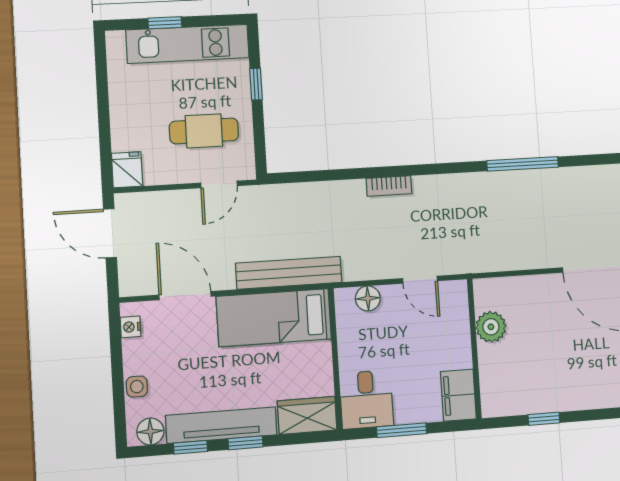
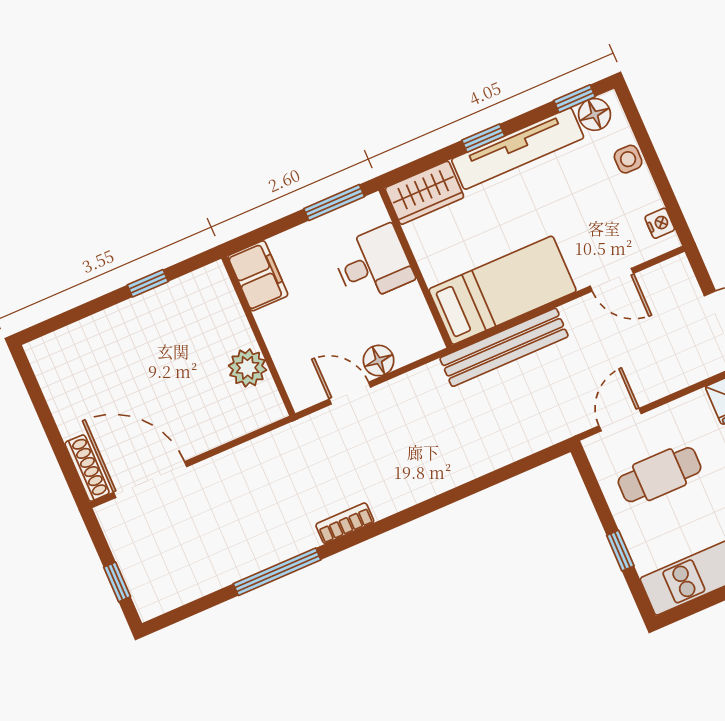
bookcase: (389, 186) -> (345, 523), moved
door: (185, 296) -> (612, 280), width x0.73
floor lamp: (368, 298) -> (379, 361), moved
desk: (366, 399) -> (373, 264), moved, turned 90
window: (402, 430) -> (334, 203), moved
window: (190, 447) -> (574, 99), moved

